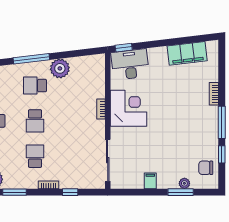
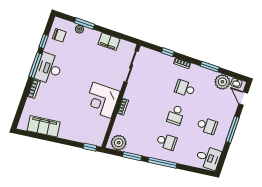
window: (70, 54) -> (132, 156), added
desk: (130, 64) -> (49, 69), moved, turned 97
plant: (60, 68) -> (119, 143), moved
school desk: (35, 121) -> (176, 115), turned 180
school desk: (35, 156) -> (185, 88), turned 90
filing cabinet: (150, 181) -> (109, 41), width x2.00

